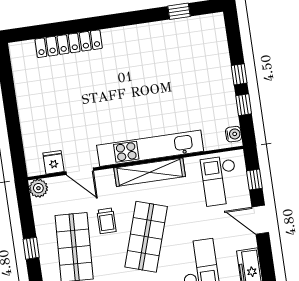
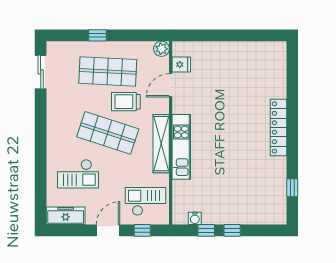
locker: (69, 44) -> (278, 127), moved
water cooler: (234, 134) -> (195, 218), moved
kitchen unit: (150, 148) -> (181, 147), width x0.73
trolley: (106, 221) -> (126, 102), width x1.36, depth x1.39
window: (31, 248) -> (98, 35), moved

